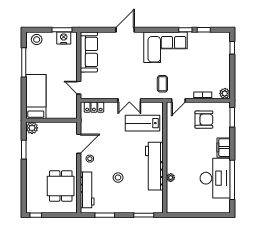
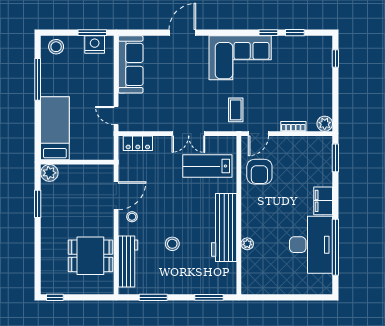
armchair: (204, 120) -> (259, 172), moved, turned 90
dining table: (61, 186) -> (90, 256), turned 90

